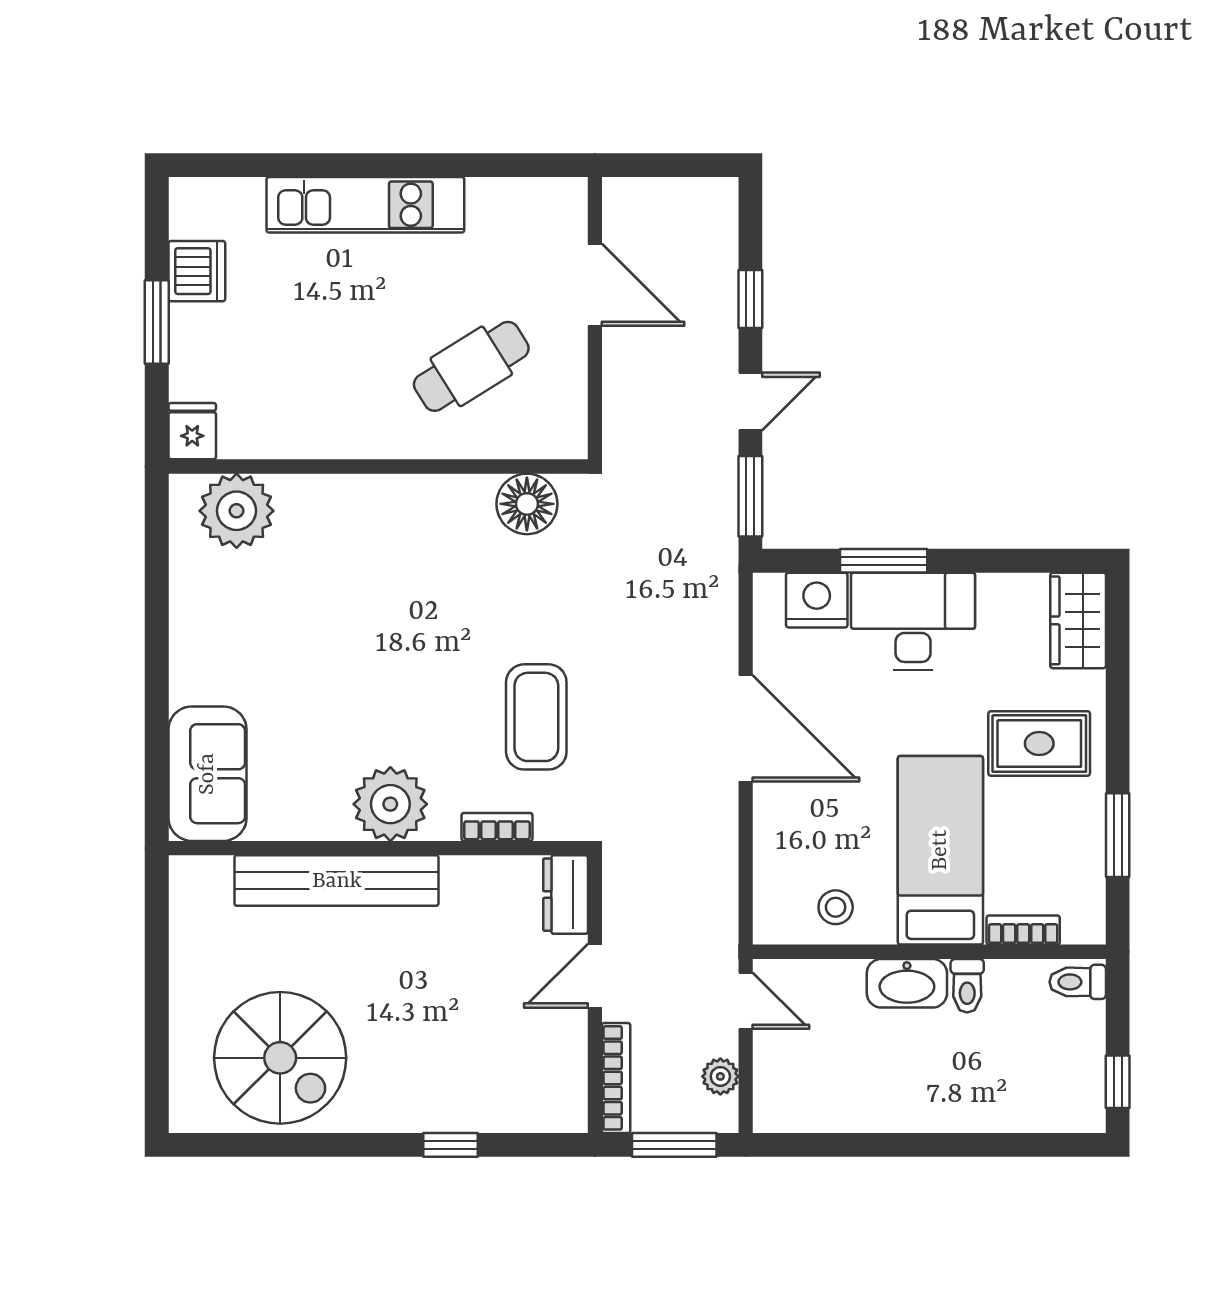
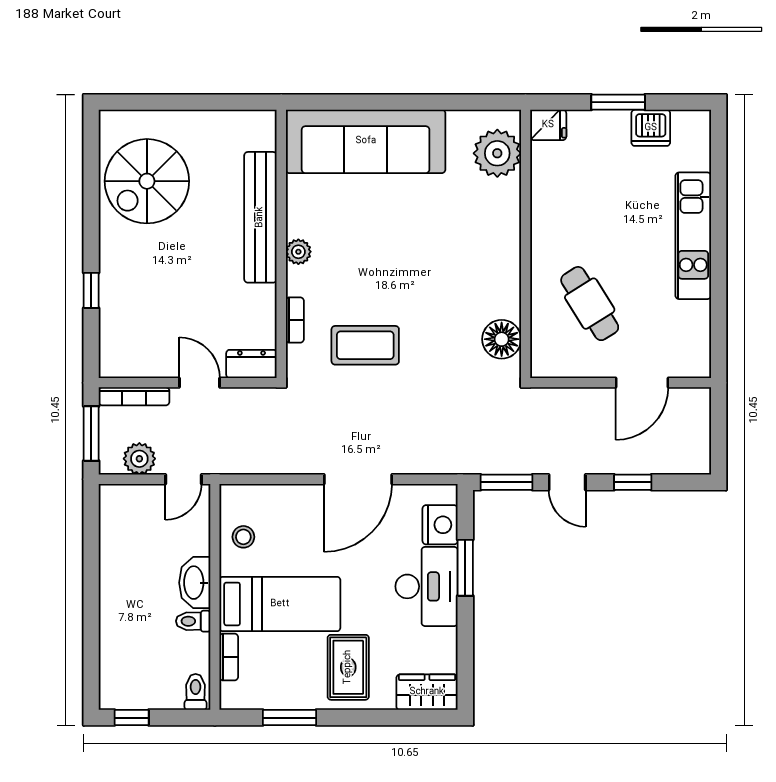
sofa: (207, 774) -> (366, 141), width x1.85, depth x1.27
plant: (390, 804) -> (298, 252), width x0.53, depth x0.53
plant: (720, 1076) -> (139, 459), width x1.38, depth x1.38

